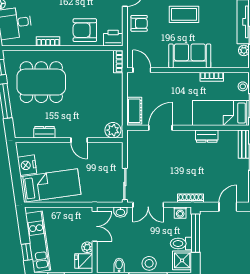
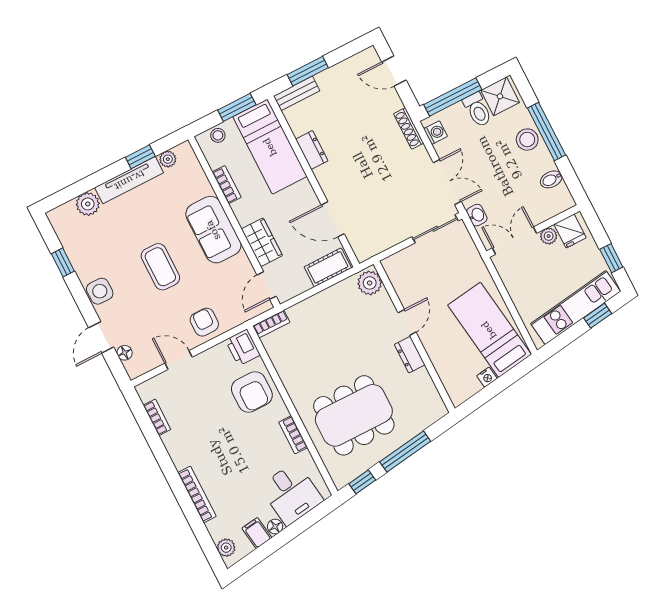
wardrobe: (168, 80) -> (262, 242), added
dining table: (41, 82) -> (354, 415), turned 90
dresser: (44, 132) -> (410, 355), moved
nightstand: (27, 165) -> (487, 377), width x0.53, depth x0.56

